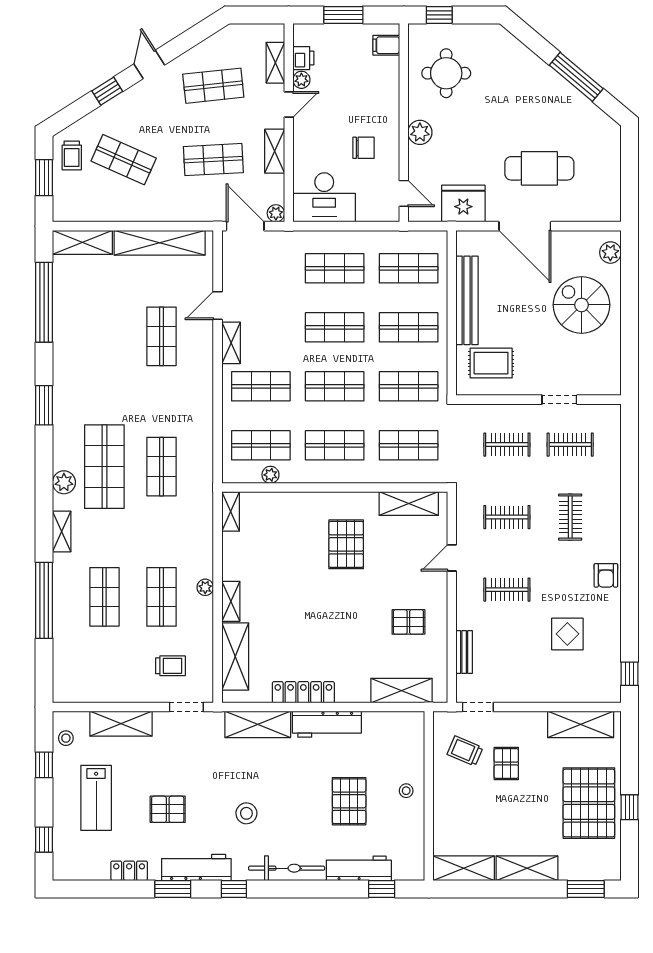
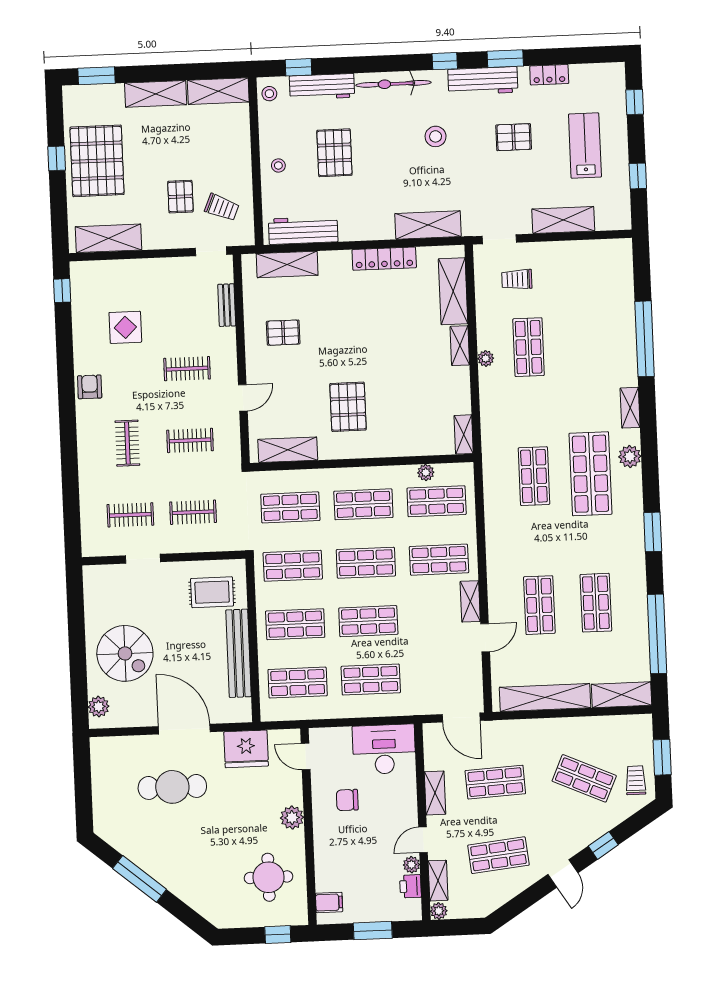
plant: (276, 213) -> (439, 911), moved
shop shelf: (104, 597) -> (596, 603), moved
workbench: (327, 724) -> (303, 230), moved
stool: (66, 738) -> (269, 94), moved

